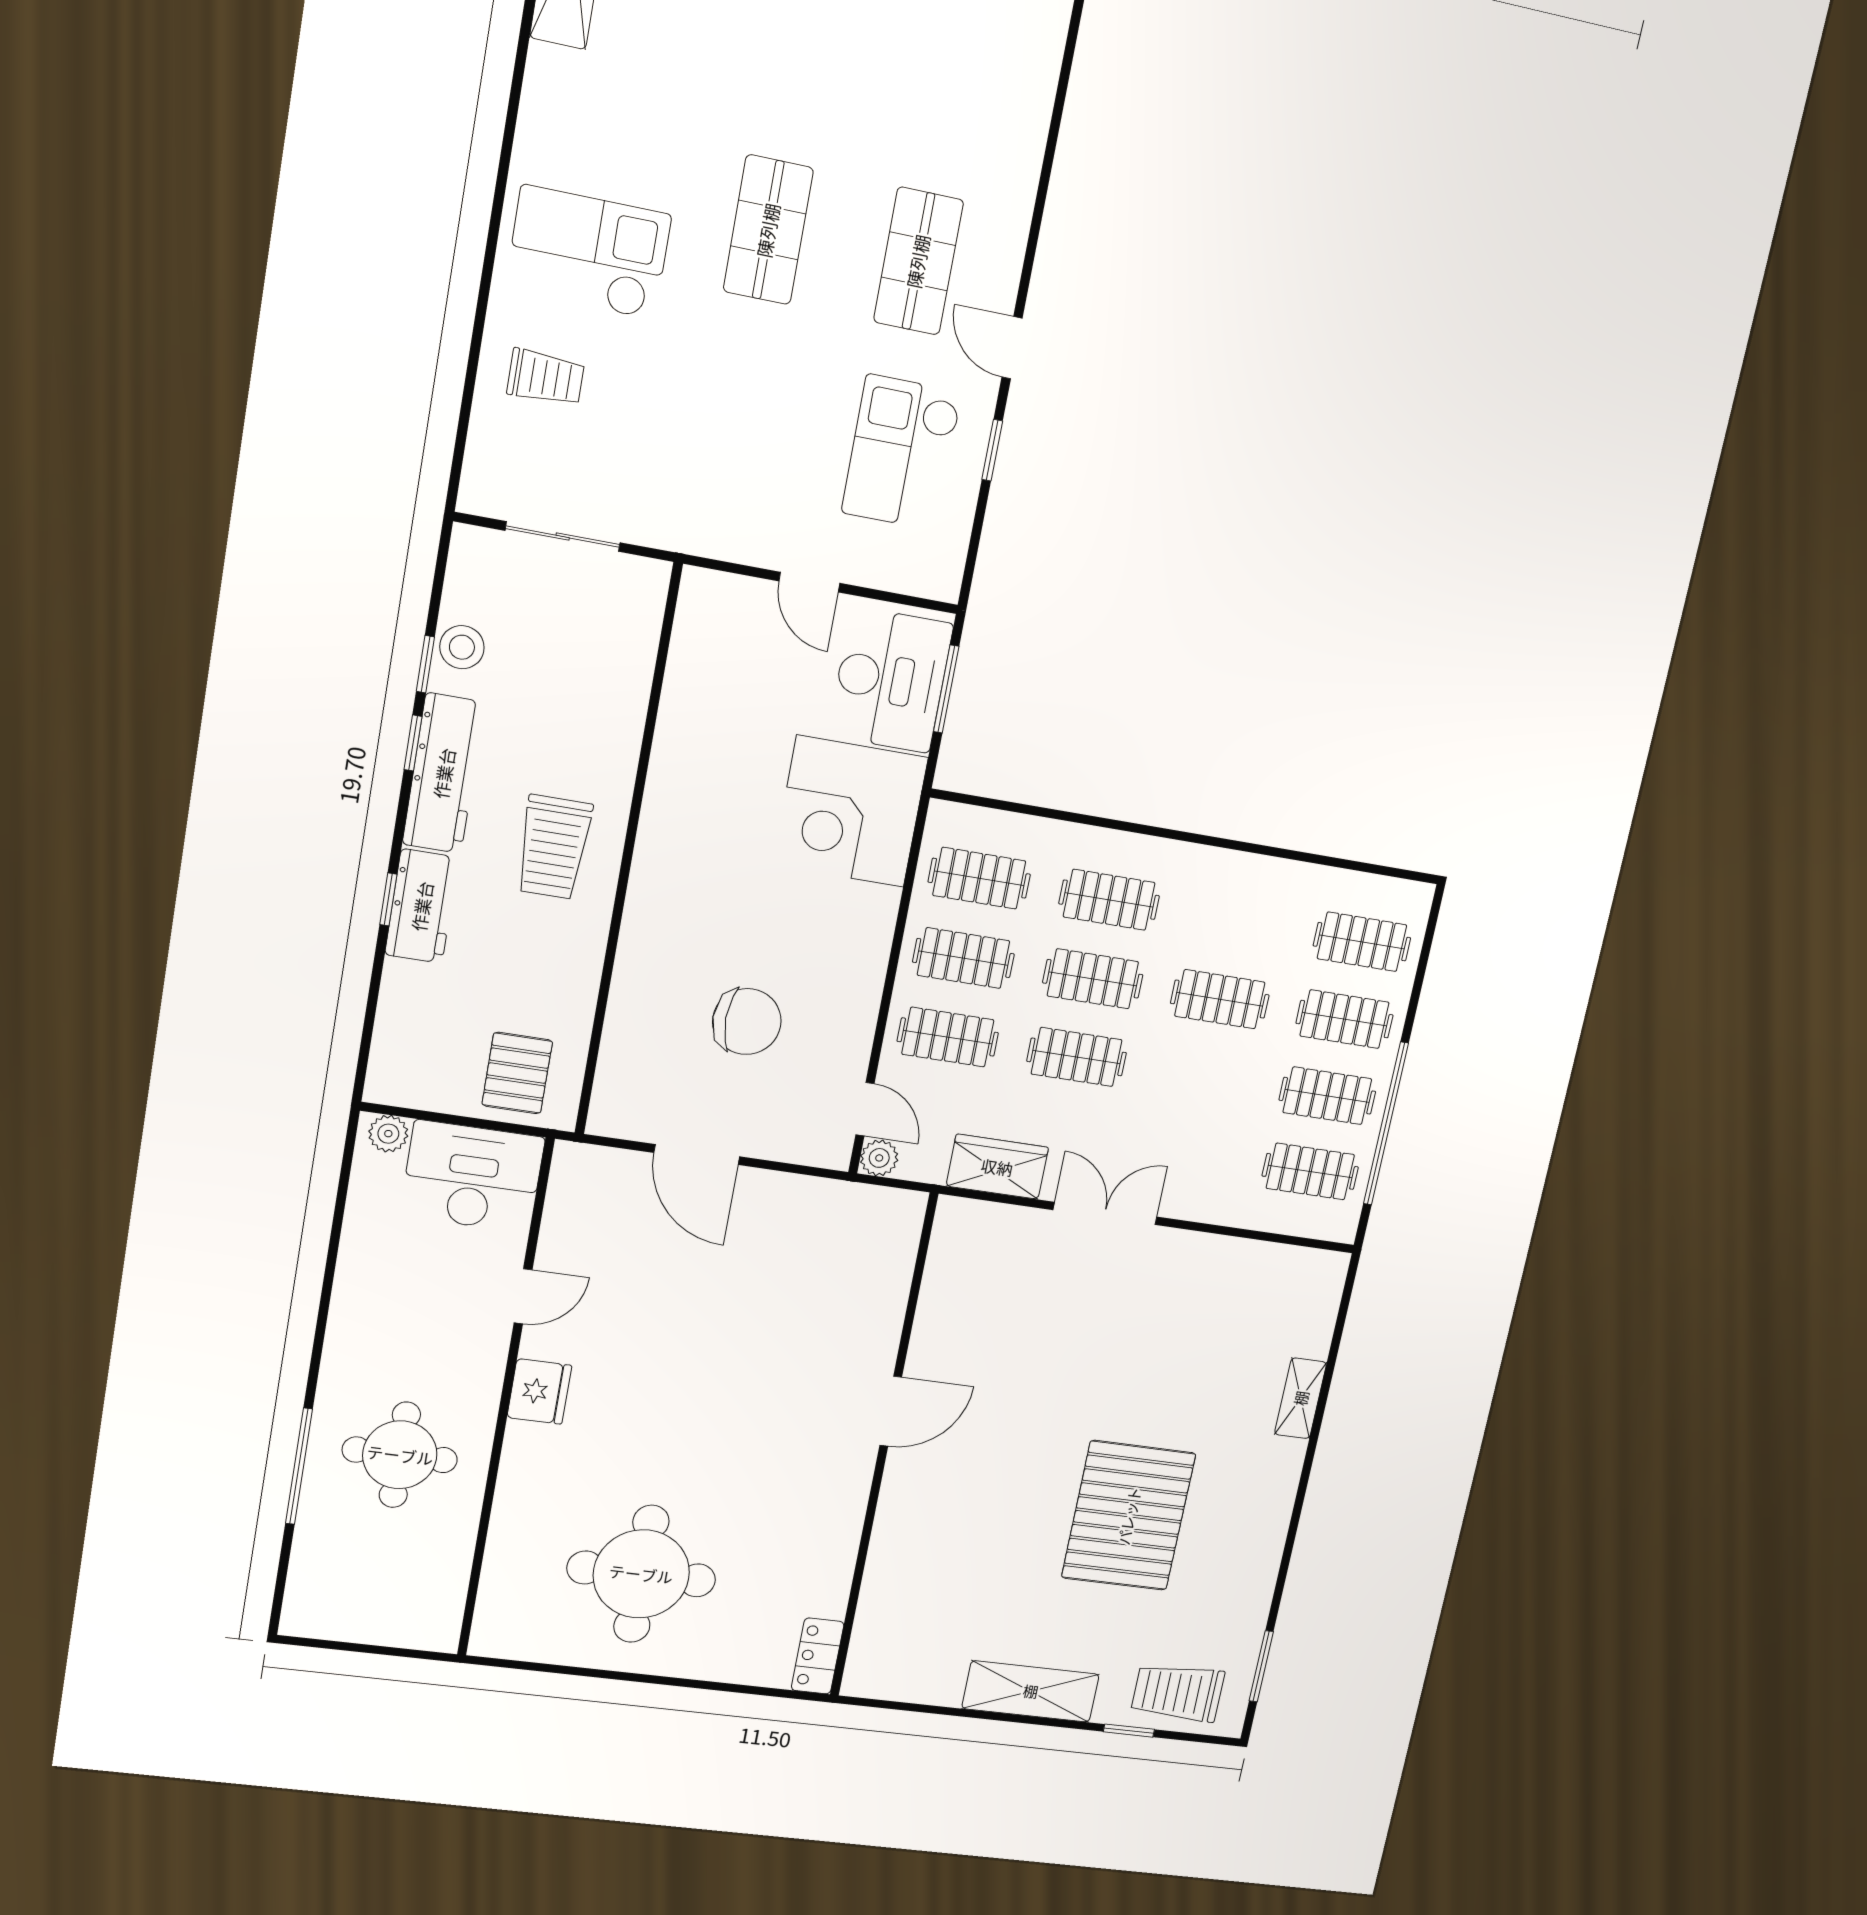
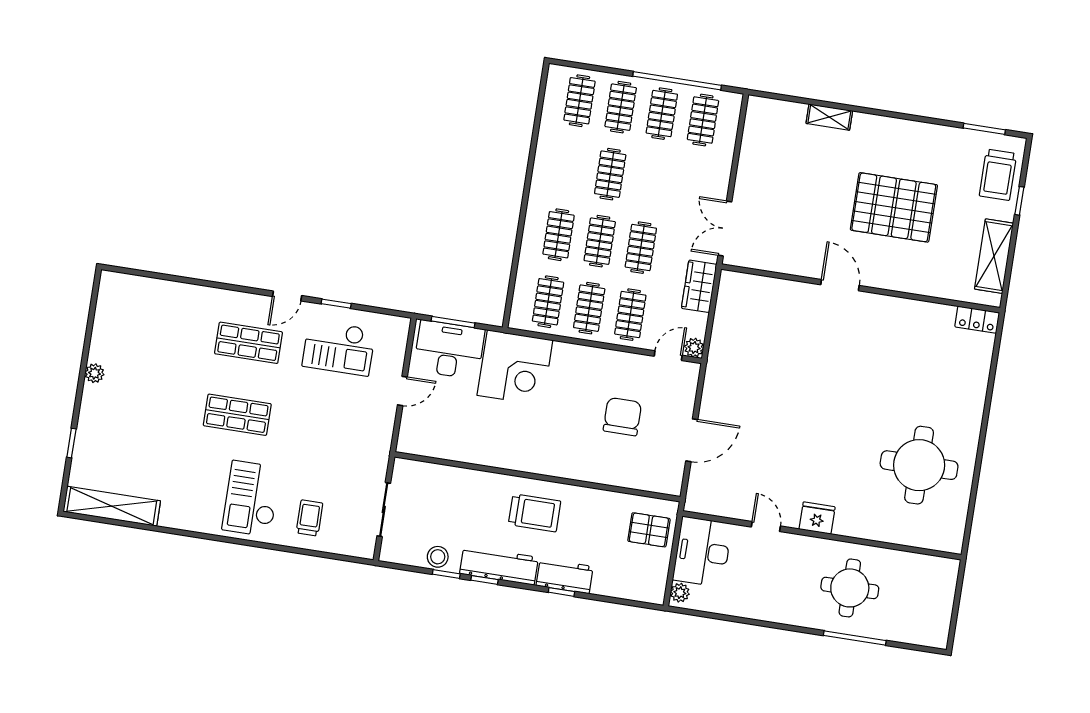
door: (891, 1411) -> (840, 285), moved
wall: (883, 1448) -> (861, 288), moved
locker: (818, 1656) -> (977, 320), moved

